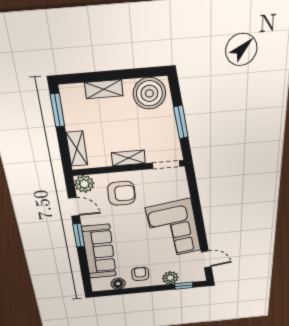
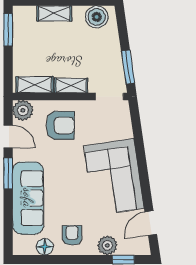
boiler: (149, 93) -> (97, 17), width x0.73, depth x0.73
window: (181, 122) -> (128, 67), moved
shelving: (77, 149) -> (35, 85), moved, turned 90
door: (206, 259) -> (151, 223), swing flipped

